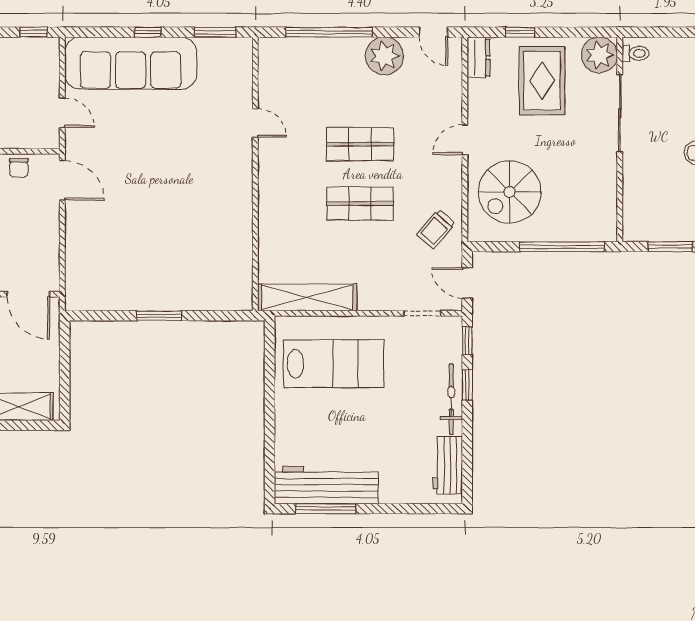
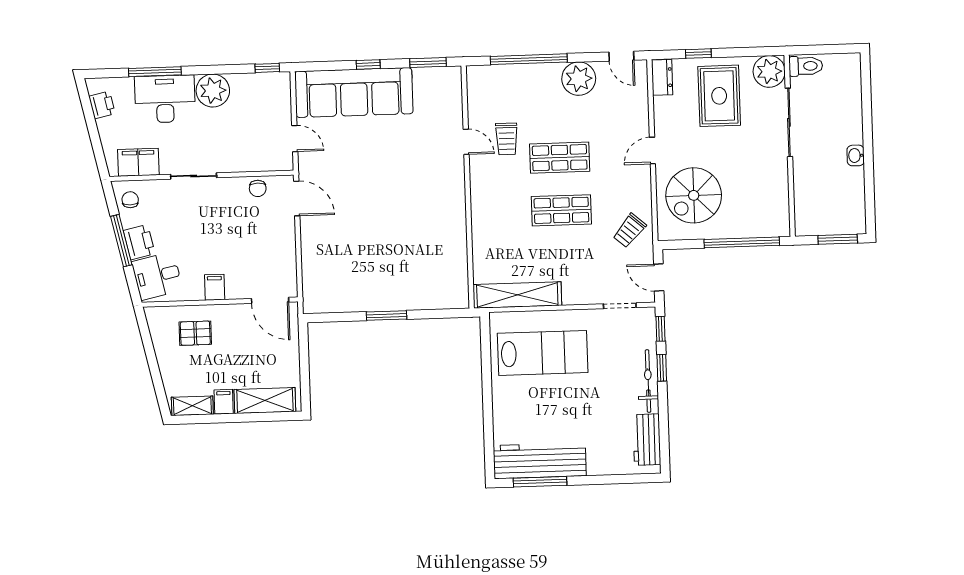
toilet: (636, 53) -> (806, 66), width x1.37, depth x1.39
trolley: (301, 121) -> (507, 139), added

